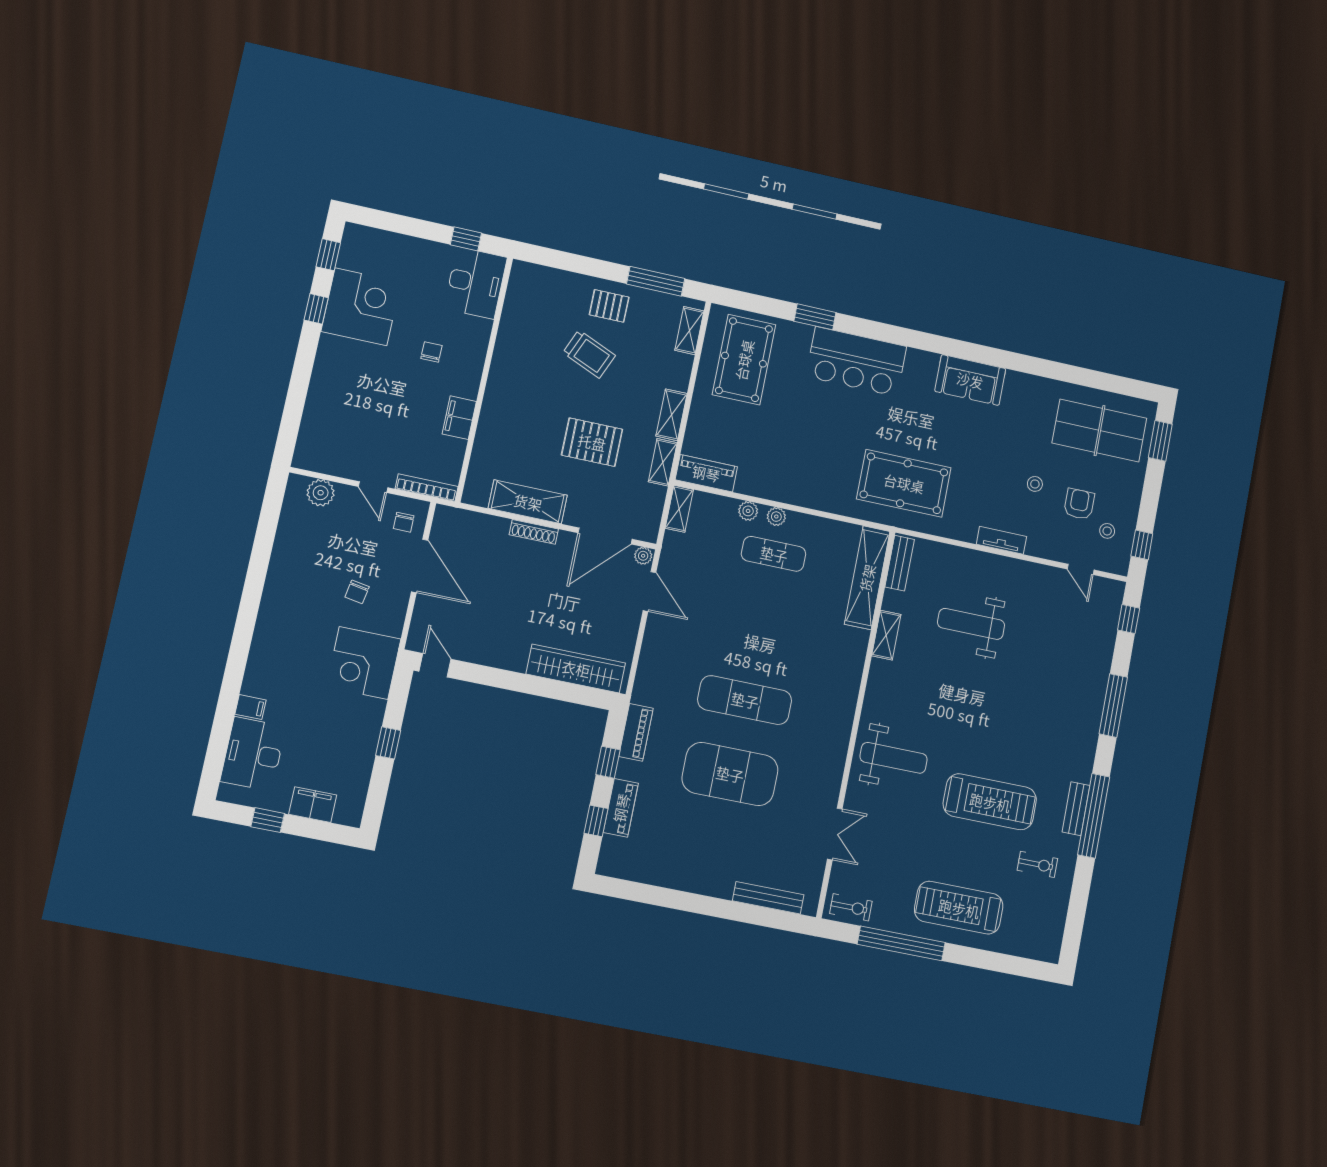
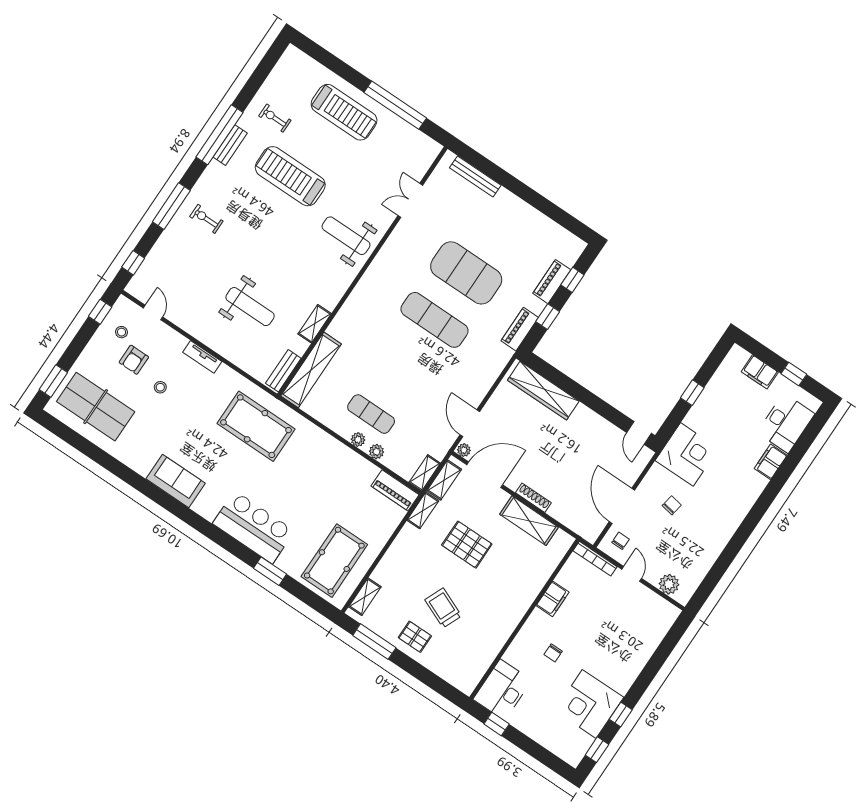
shelving: (671, 415) -> (444, 480), moved
filing cabinet: (250, 707) -> (771, 462), width x2.00
exercise bike: (851, 907) -> (206, 219), moved

